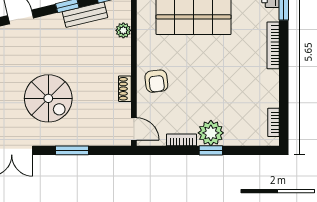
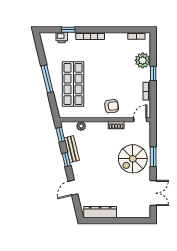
spiral stairs: (48, 98) -> (133, 159), moved, turned 180
plant: (211, 133) -> (143, 60), moved

